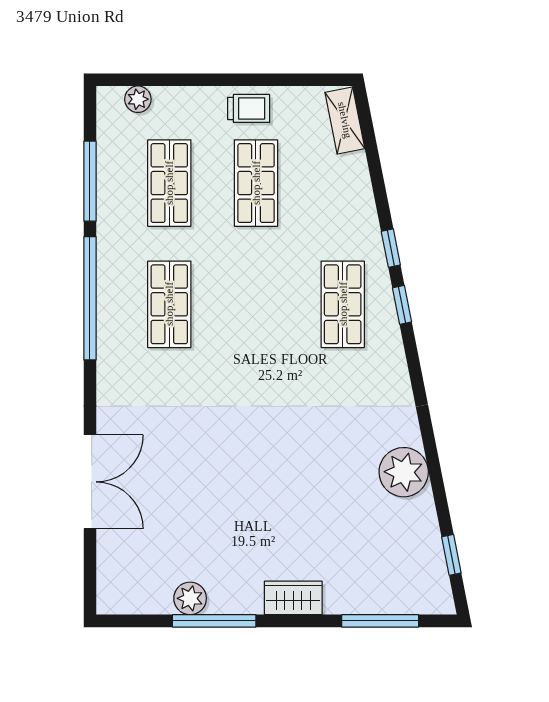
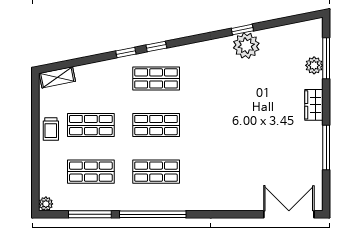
plant: (138, 99) -> (46, 204), moved
trolley: (249, 108) -> (51, 129), turned 180
shop shelf: (256, 304) -> (156, 125), added
double door: (90, 482) -> (289, 214), moved
window: (451, 555) -> (242, 30), moved
plant: (190, 598) -> (314, 65), moved

